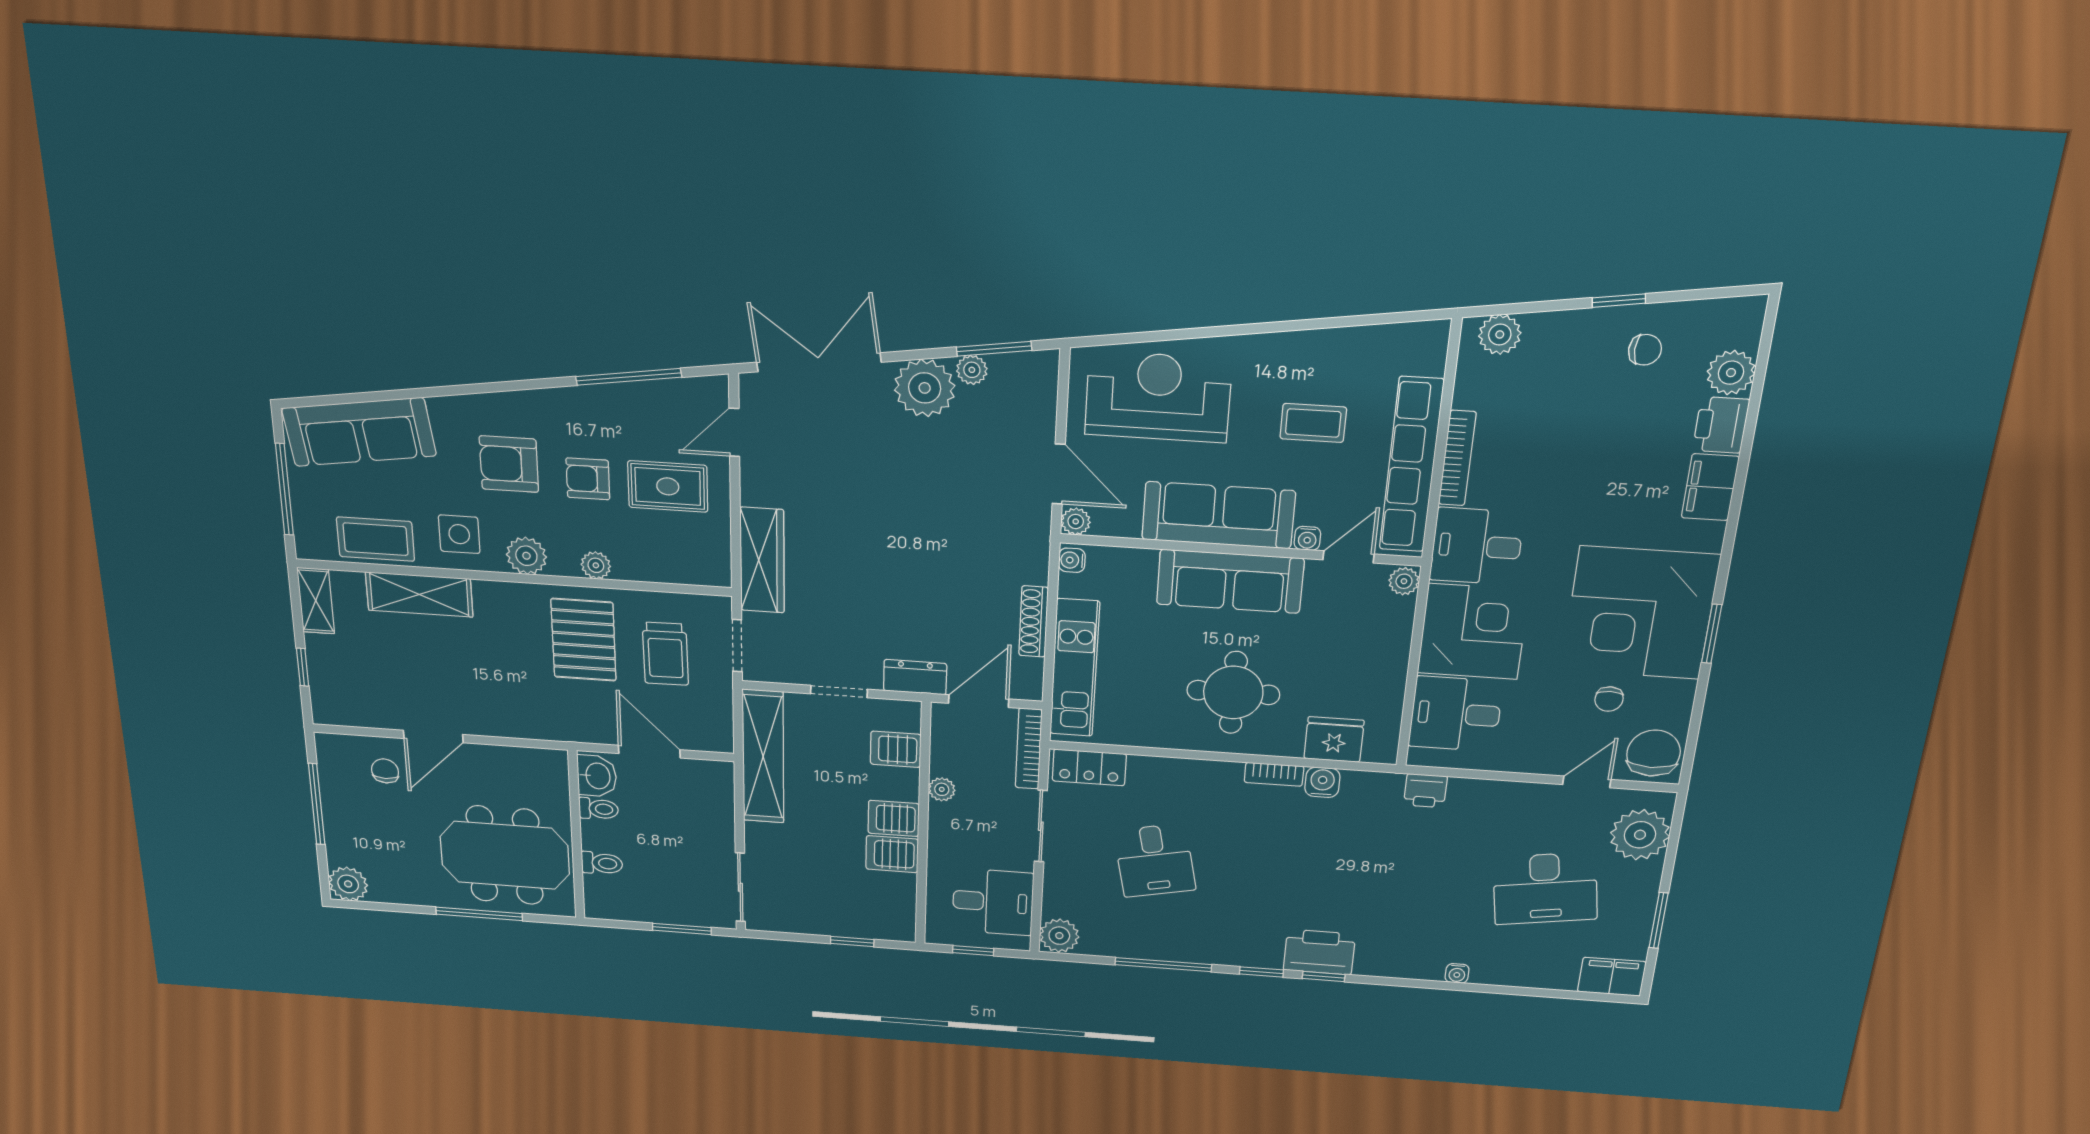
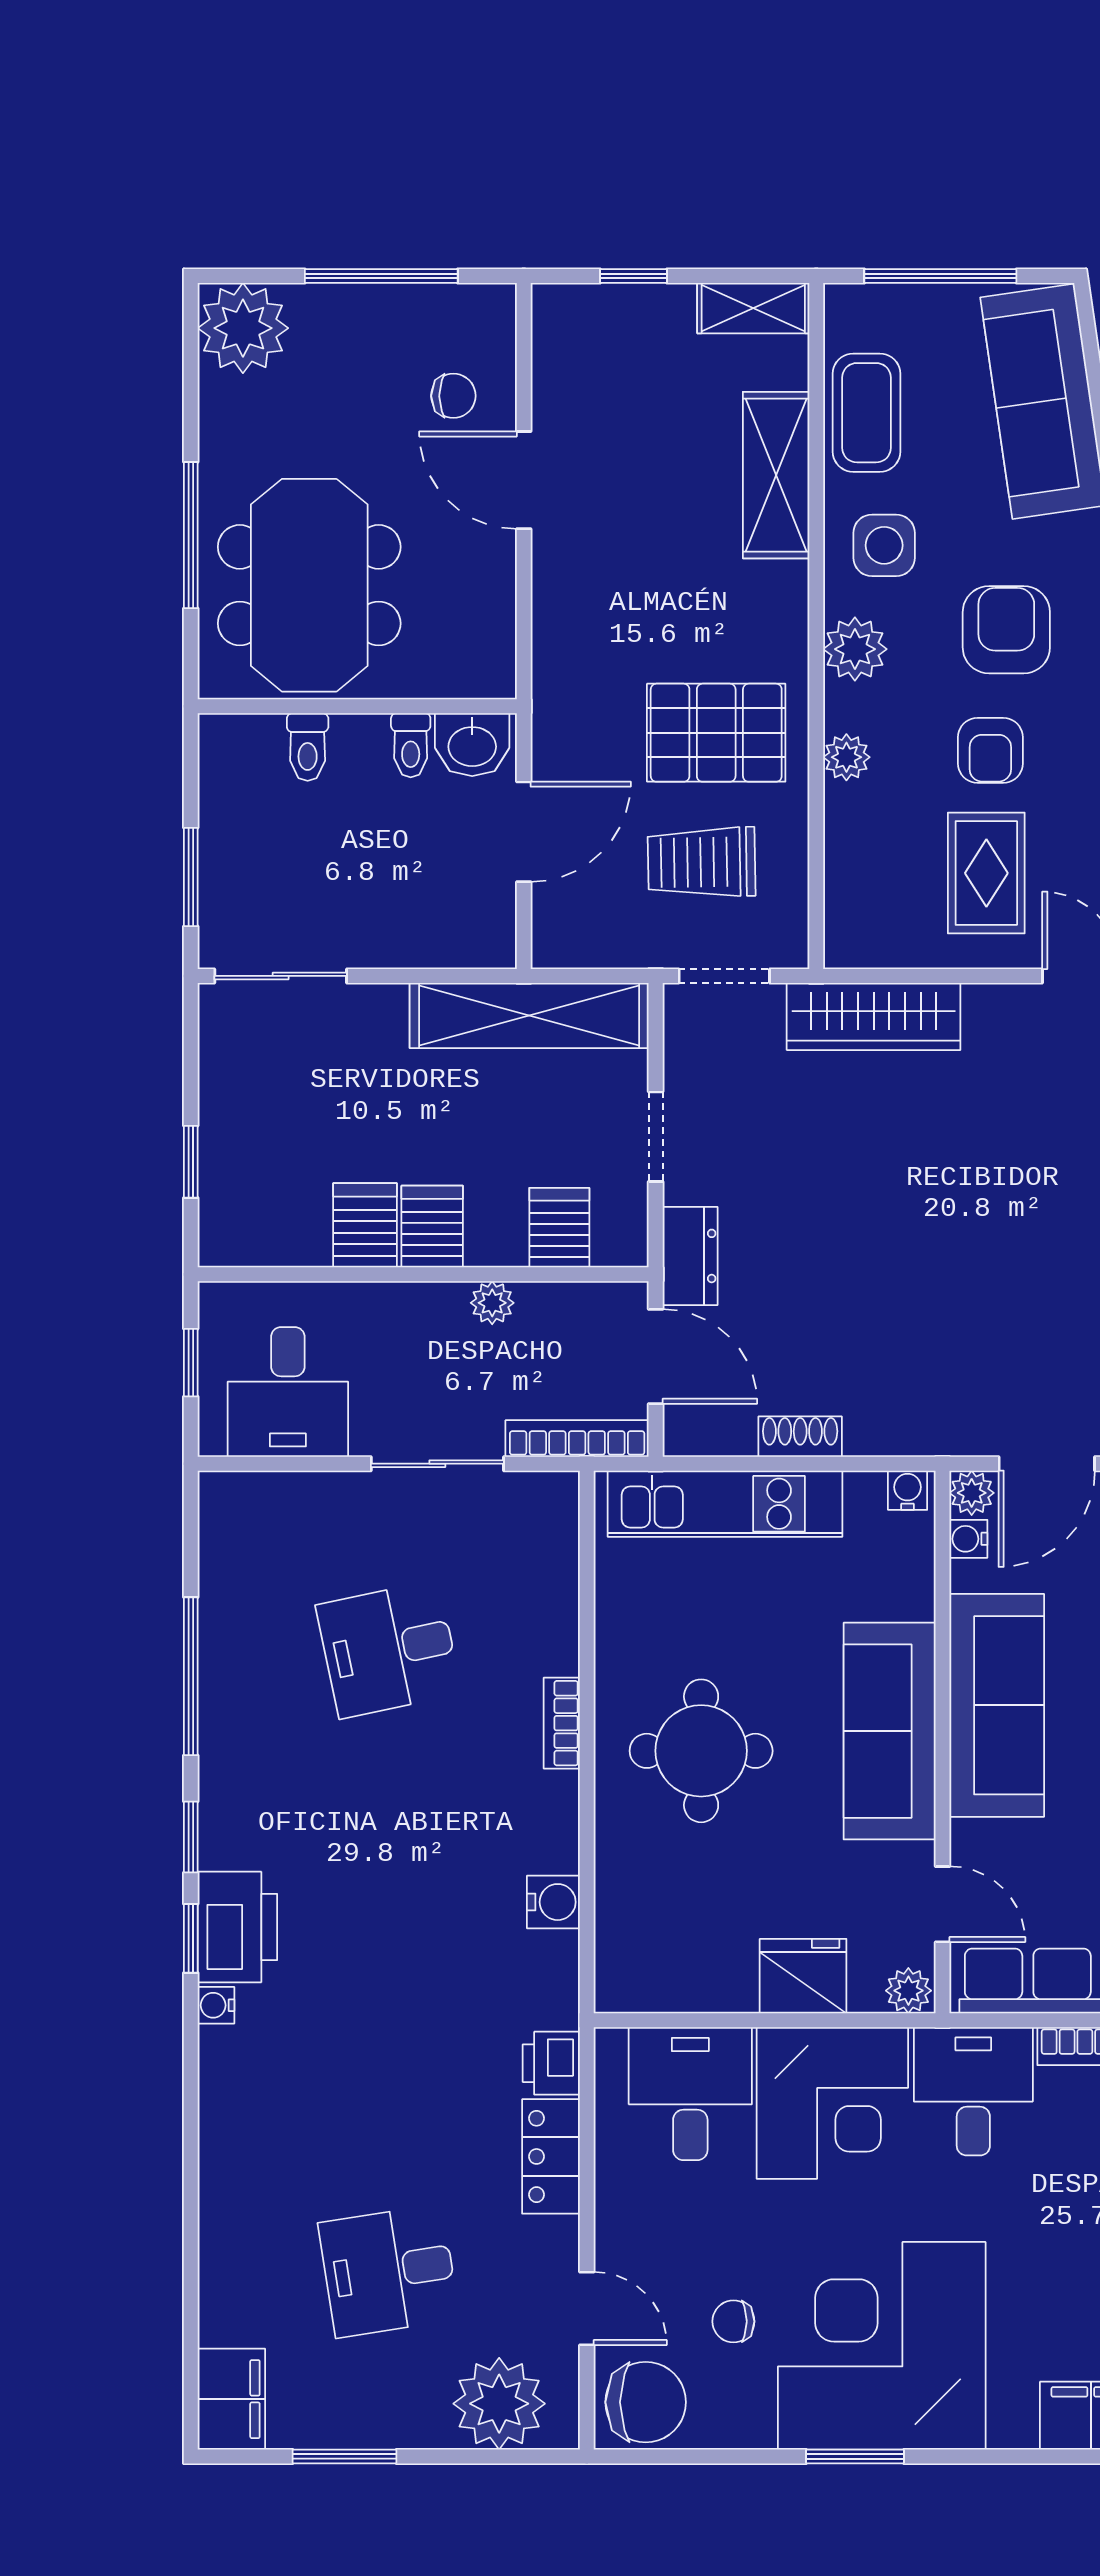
armchair: (588, 479) -> (990, 750), turned 180
water cooler: (1307, 538) -> (968, 1539), moved
shoe rack: (1033, 622) -> (800, 1437), width x0.70
fridge: (1334, 739) -> (803, 1976), moved, turned -90
locker: (1089, 767) -> (551, 2156), moved
bookcase: (1274, 774) -> (562, 1723), moved
plant: (348, 884) -> (243, 328), width x1.36, depth x1.36
desk: (1545, 888) -> (389, 2271), width x0.73
plant: (1059, 936) -> (232, 1503), removed
water cooler: (1457, 973) -> (216, 2005), moved

